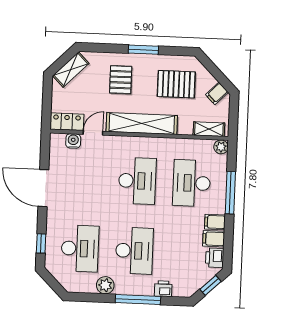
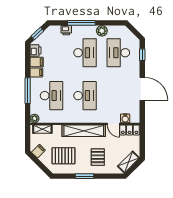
door: (93, 133) -> (113, 124), hinge flipped
desk: (137, 181) -> (85, 96), turned 180
desk: (134, 251) -> (85, 53), turned 180

